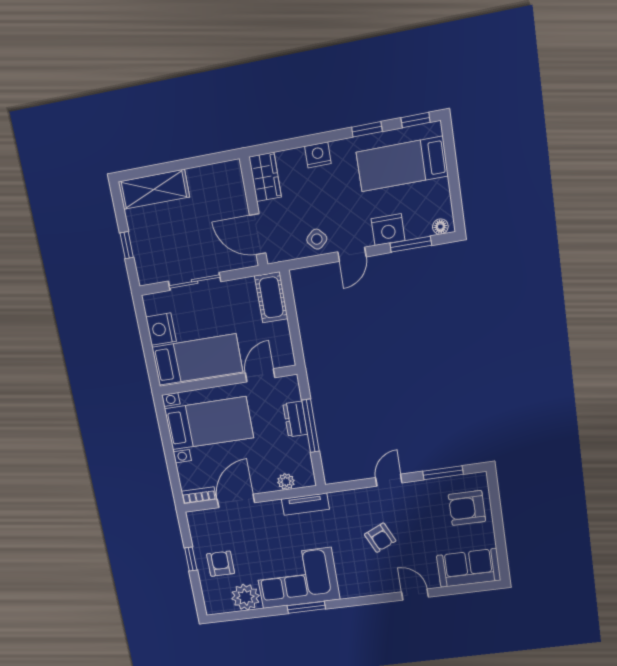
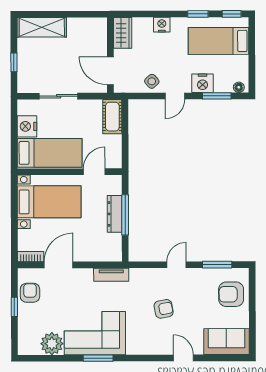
dresser: (295, 419) -> (115, 214), width x1.44
plant: (286, 482) -> (99, 255), removed
armchair: (380, 538) -> (164, 309), turned -76
armchair: (221, 564) -> (30, 293), moved

